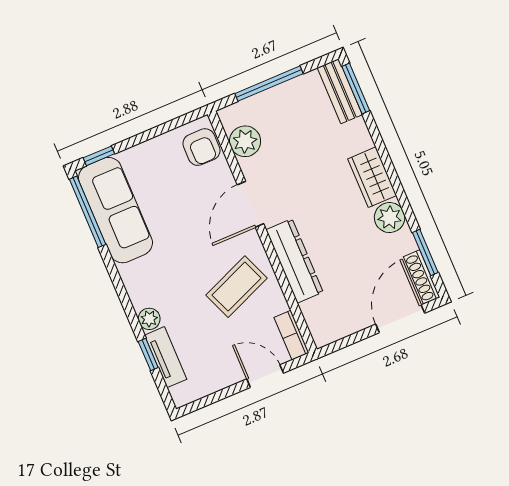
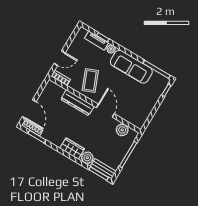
armchair: (201, 147) -> (135, 118), removed
sofa: (115, 210) -> (131, 67), moved
plant: (390, 218) -> (87, 158), moved

